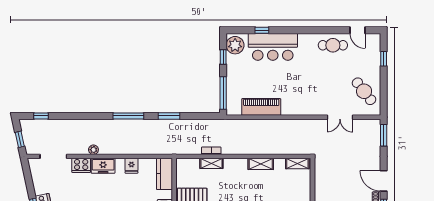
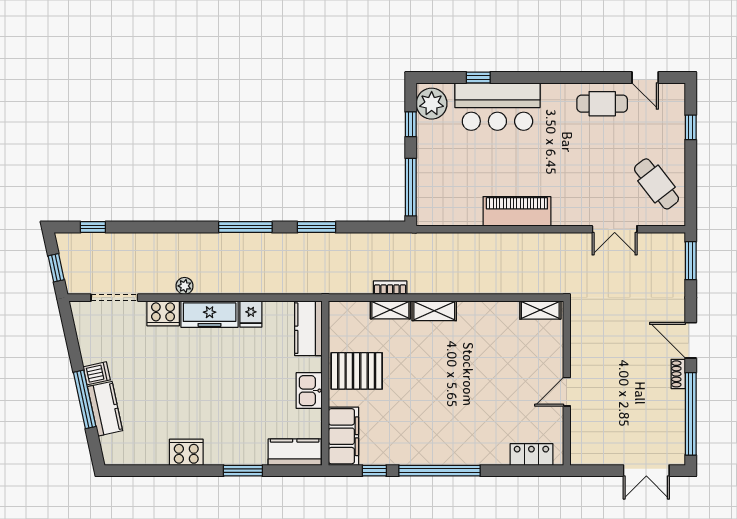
piano: (261, 107) -> (517, 211), moved
shelving: (261, 164) -> (434, 311), moved
freezer: (103, 166) -> (210, 314), width x1.40

